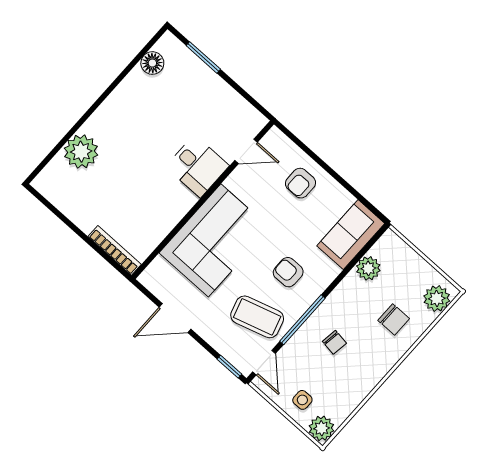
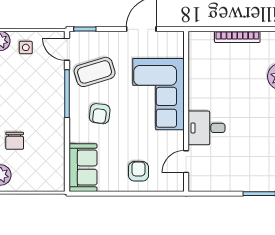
bookcase: (115, 250) -> (237, 37), moved
plant: (368, 268) -> (56, 157), removed
armchair: (288, 272) -> (100, 114), turned 97
chair: (394, 319) -> (15, 141), turned -90
chair: (334, 342) -> (37, 97), removed

